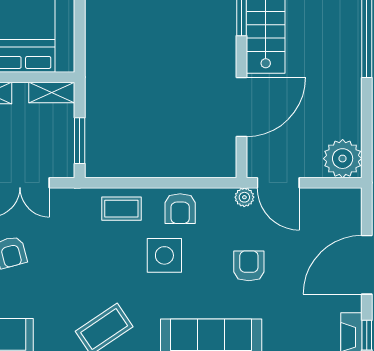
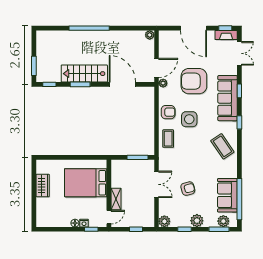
shelving: (52, 92) -> (116, 170), removed
plant: (343, 159) -> (150, 35), width x0.53, depth x0.53
armchair: (249, 266) -> (194, 81), width x1.88, depth x1.88

